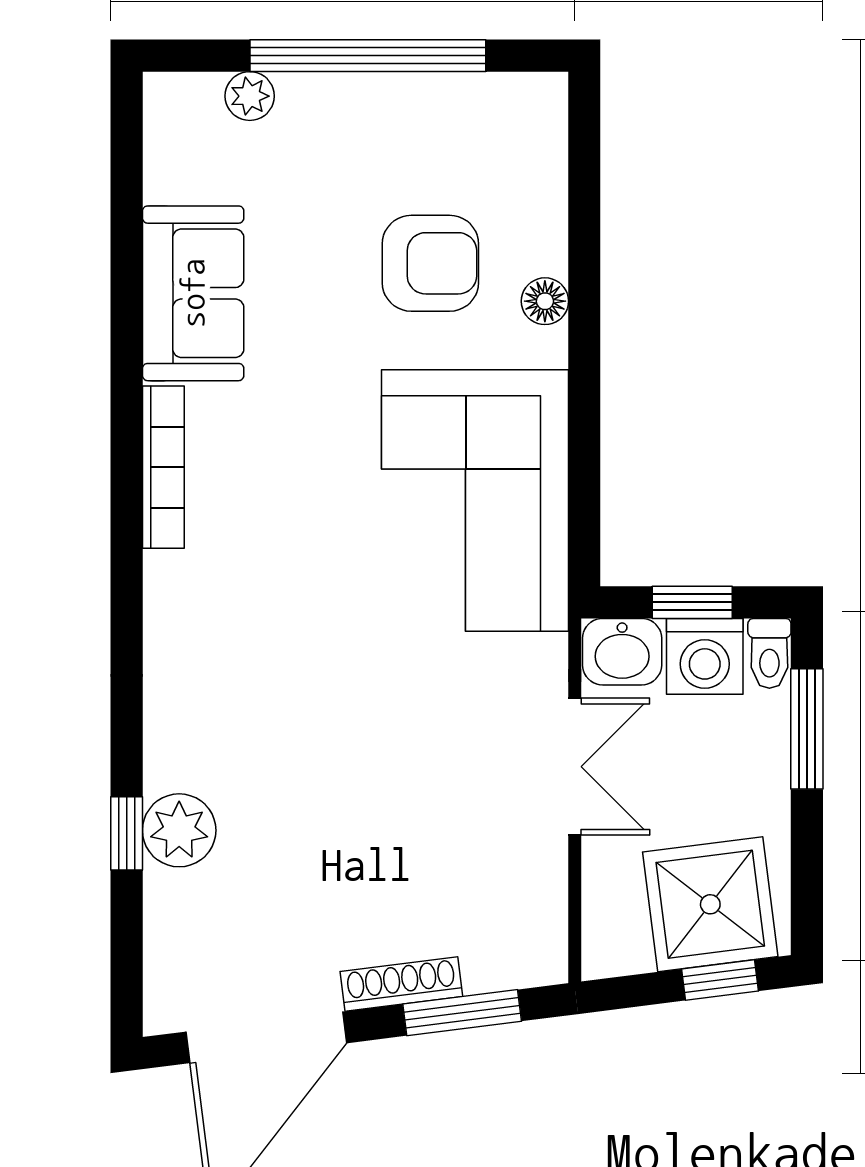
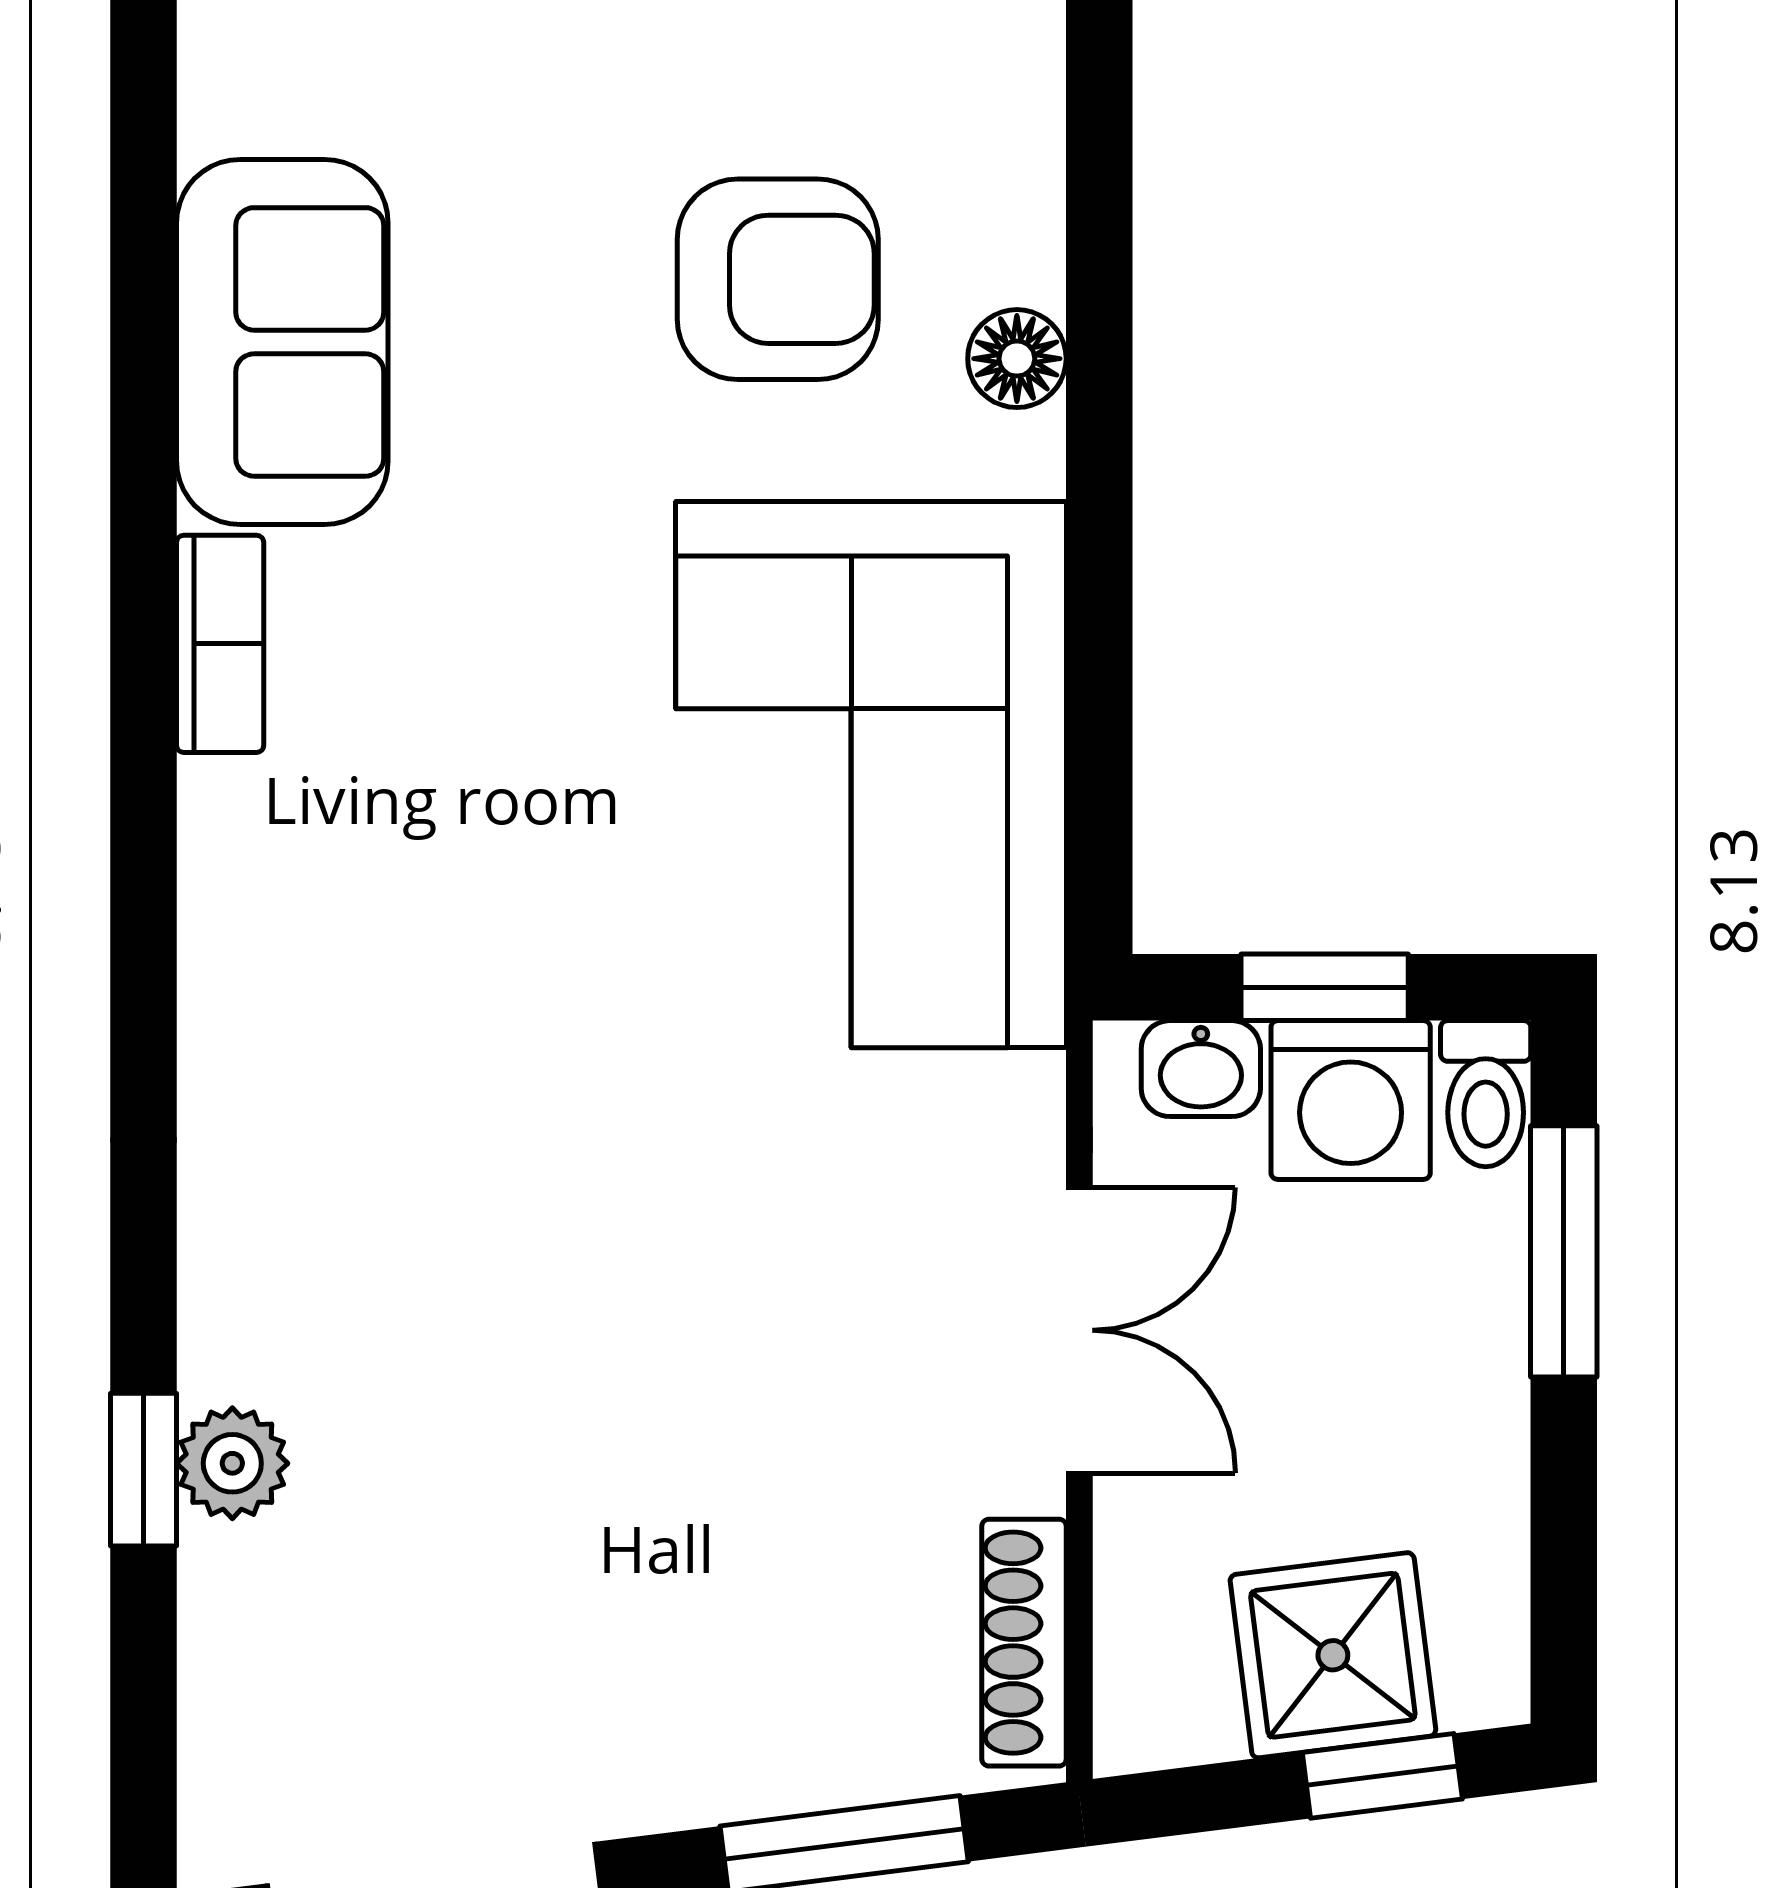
bookcase: (163, 467) -> (220, 644), width x0.64
washbasin: (622, 652) -> (1201, 1069), width x0.72, depth x0.69
plant: (179, 830) -> (232, 1463), width x0.73, depth x0.73
shower: (710, 904) -> (1333, 1655), width x0.73, depth x0.73
shoe rack: (401, 984) -> (1024, 1643), moved, turned -83

